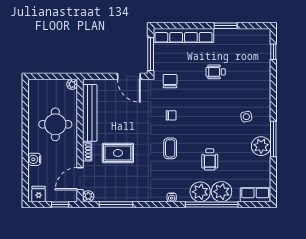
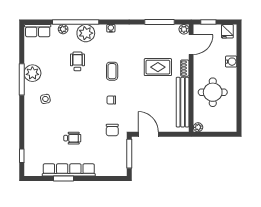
row of seats: (184, 36) -> (69, 170), moved
plant: (221, 192) -> (63, 29), width x0.53, depth x0.53

